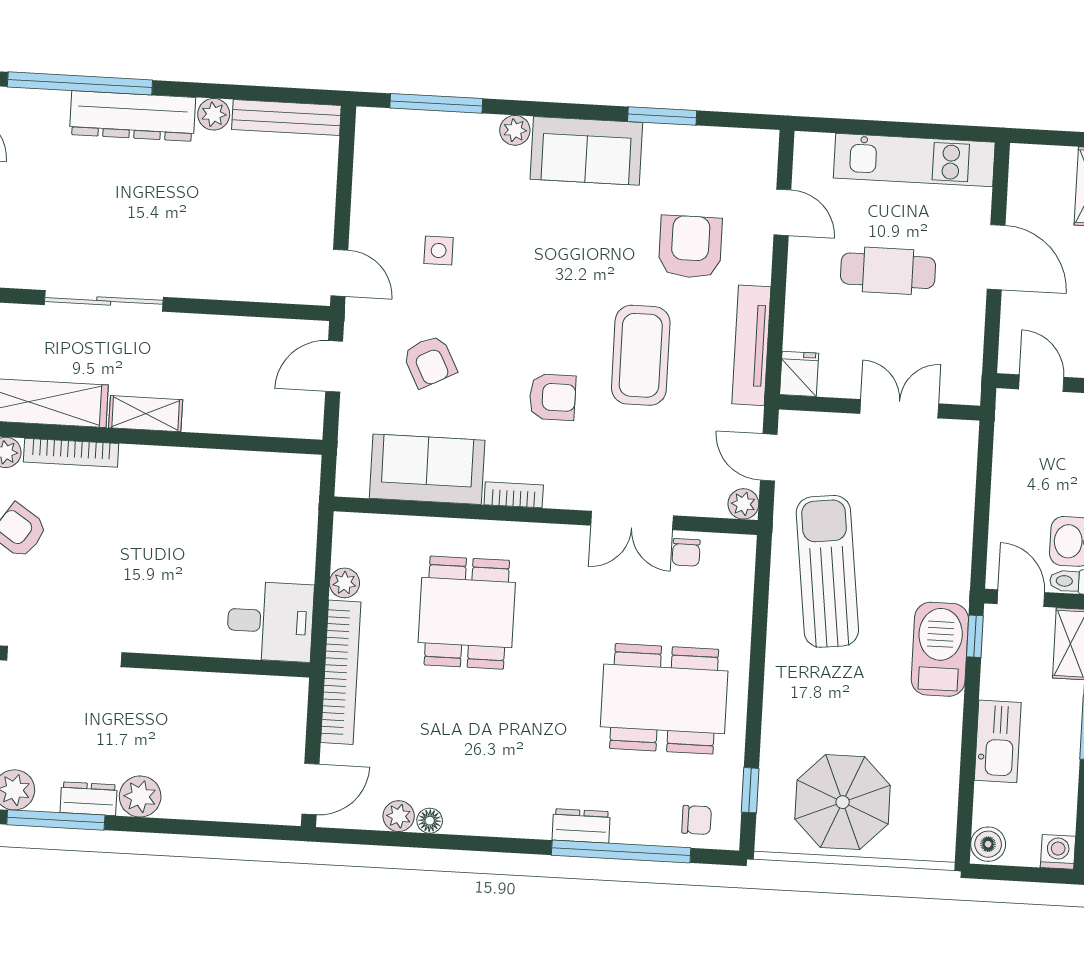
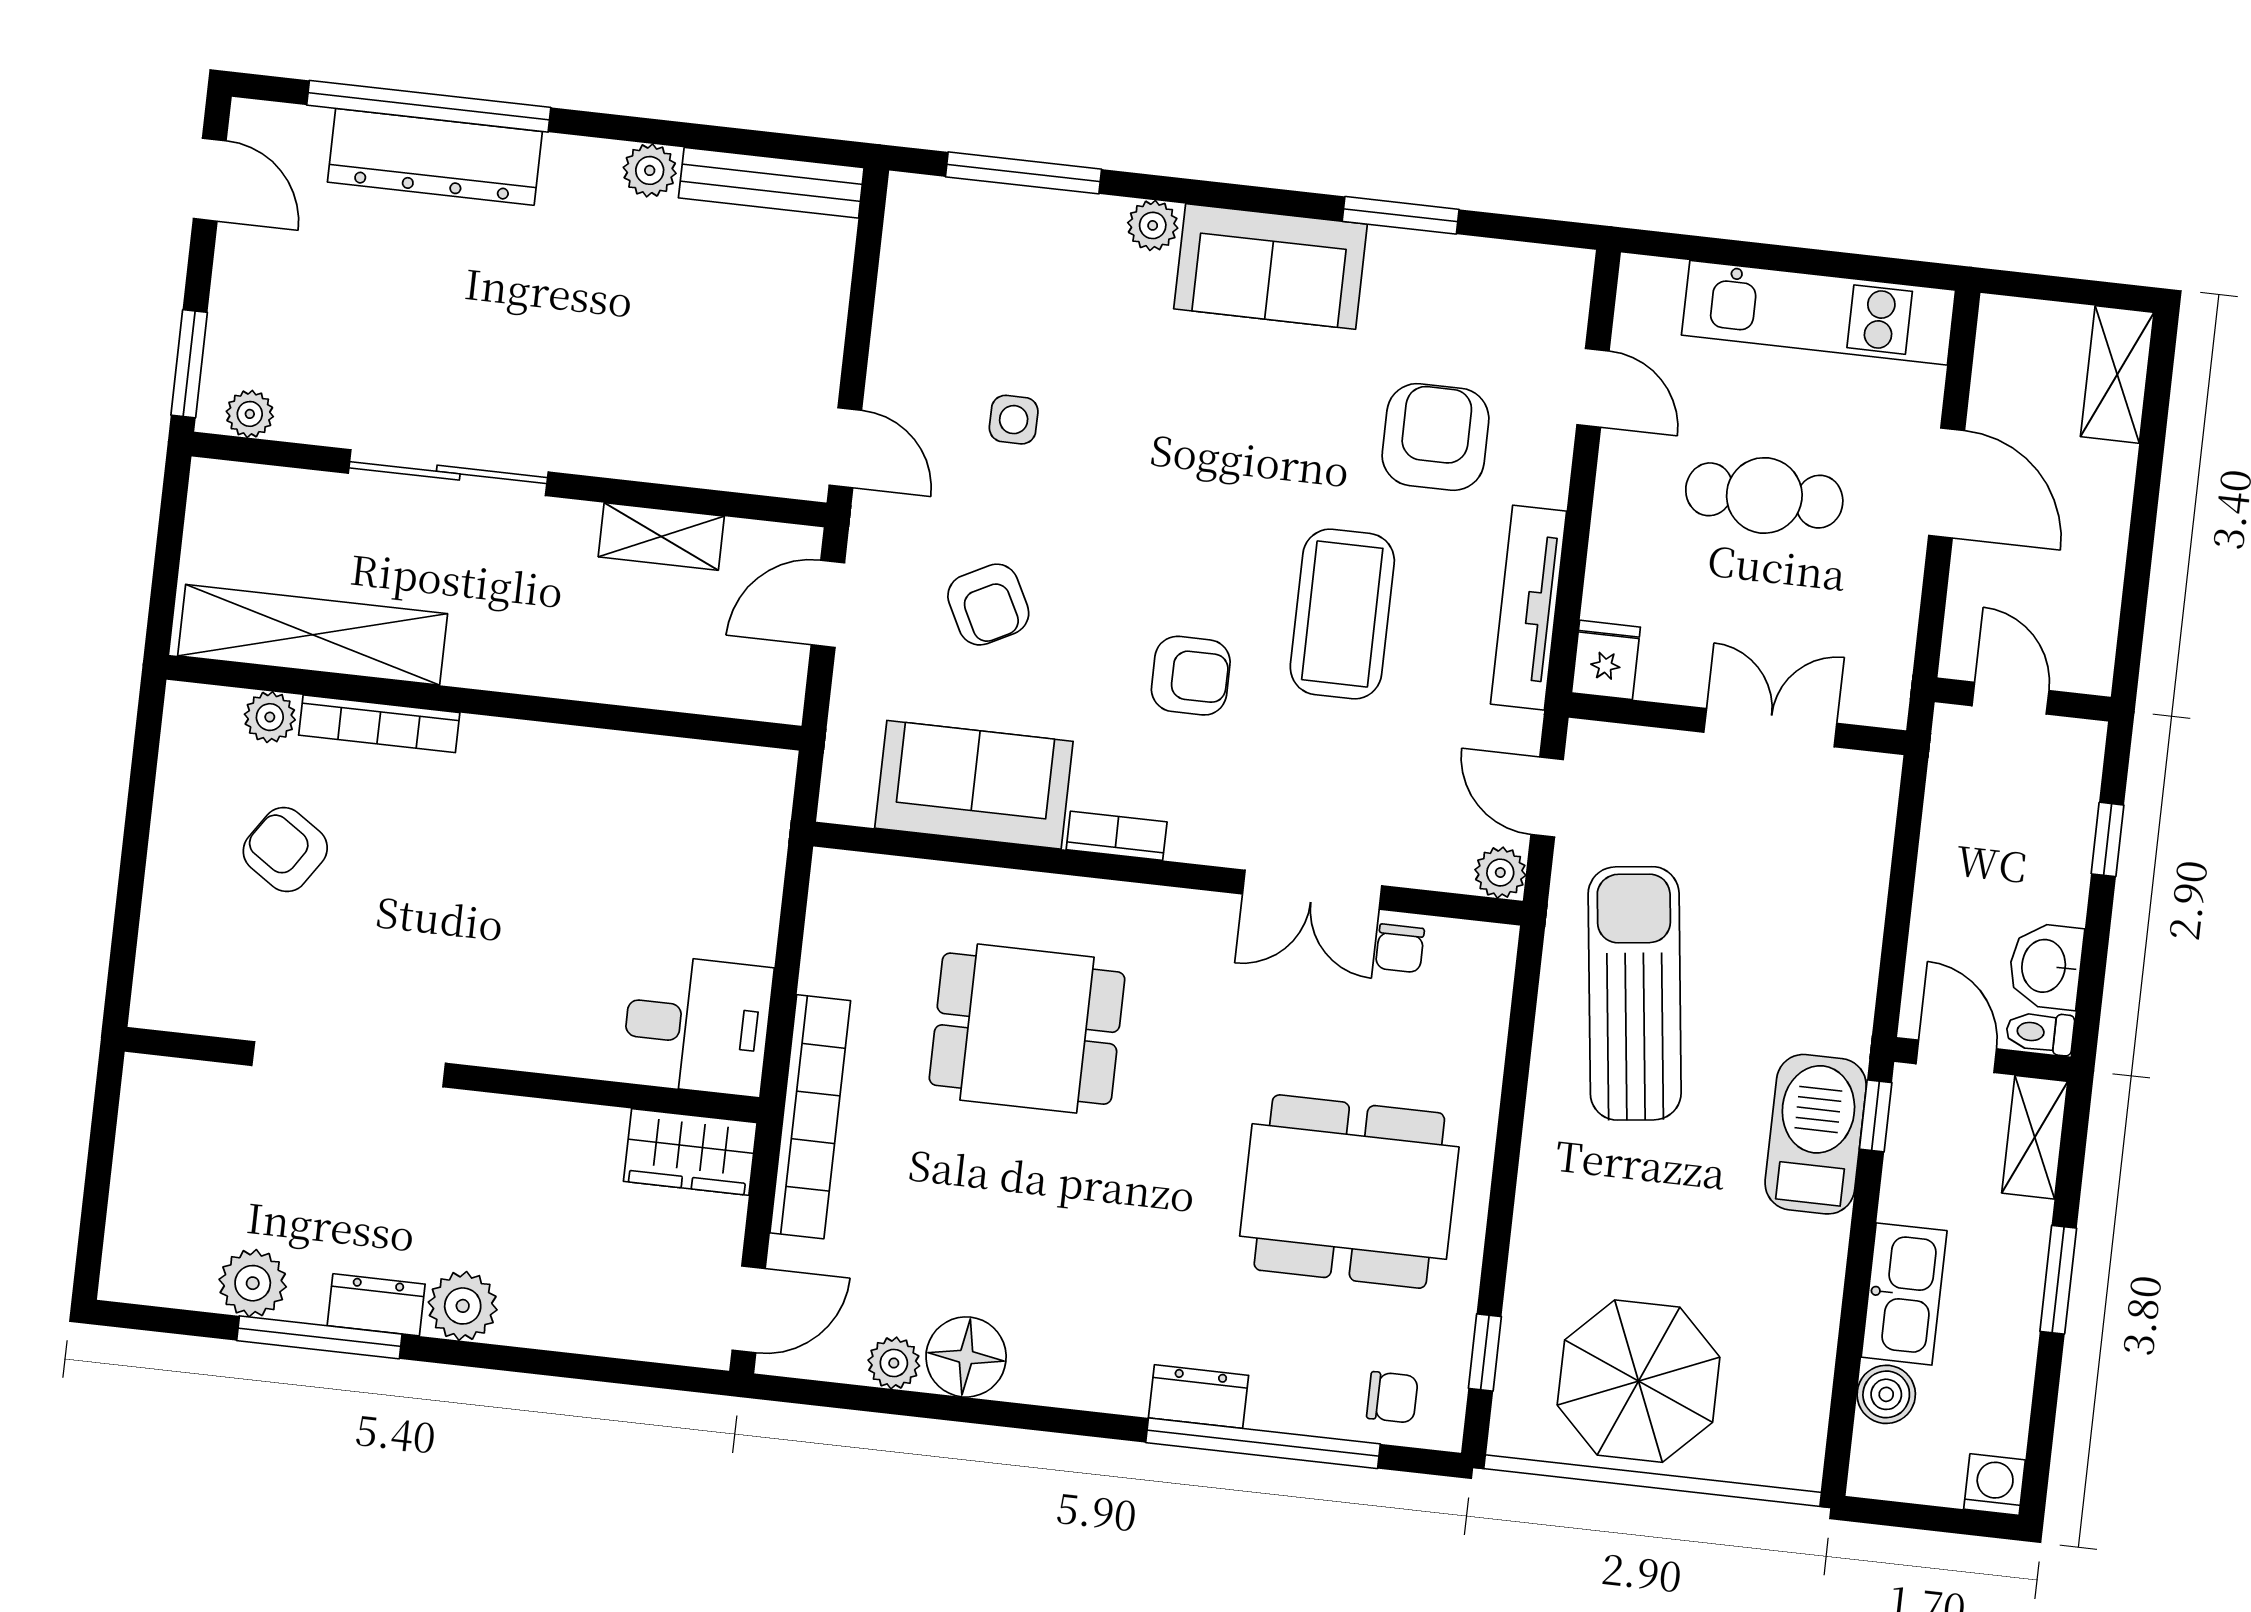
dresser: (133, 116) -> (435, 157), moved
shelving: (146, 414) -> (661, 536), moved
plant: (344, 583) -> (825, 967), removed
dining table: (467, 613) -> (1027, 1029), turned 90
wardrobe: (270, 697) -> (690, 1152), added
floor lamp: (430, 821) -> (966, 1357), width x1.89, depth x1.89
boiler: (988, 844) -> (1886, 1394), moved

